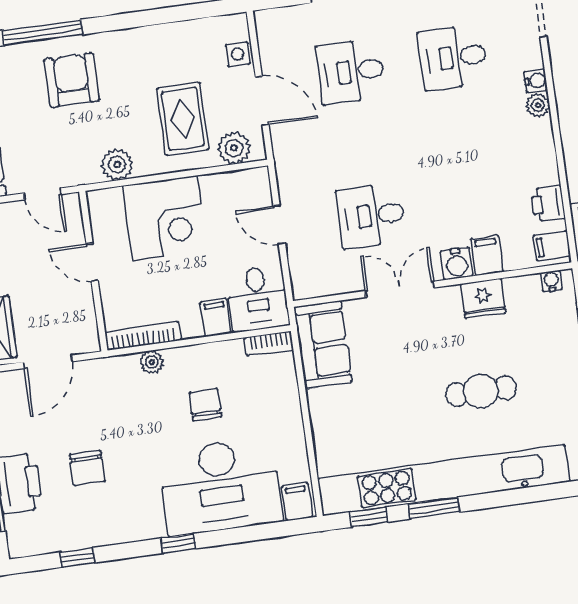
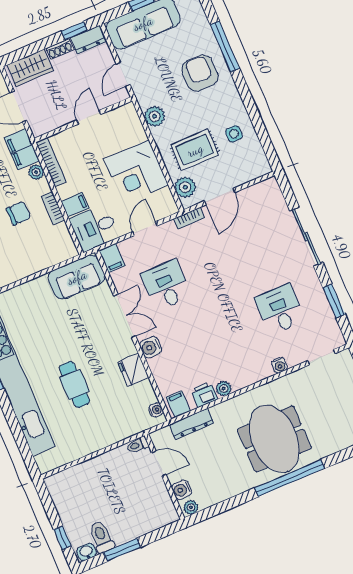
side table: (238, 54) -> (234, 134), moved
desk: (351, 72) -> (253, 248), removed
armchair: (72, 80) -> (200, 73), turned -90
plant: (538, 105) -> (224, 389), moved
bookcase: (282, 155) -> (189, 218), added
corner desk: (165, 218) -> (136, 172), moved
filing cabinet: (487, 255) -> (112, 258), moved, turned 90
bookcase: (269, 344) -> (53, 208), moved
filing cabinet: (112, 374) -> (22, 149), added

